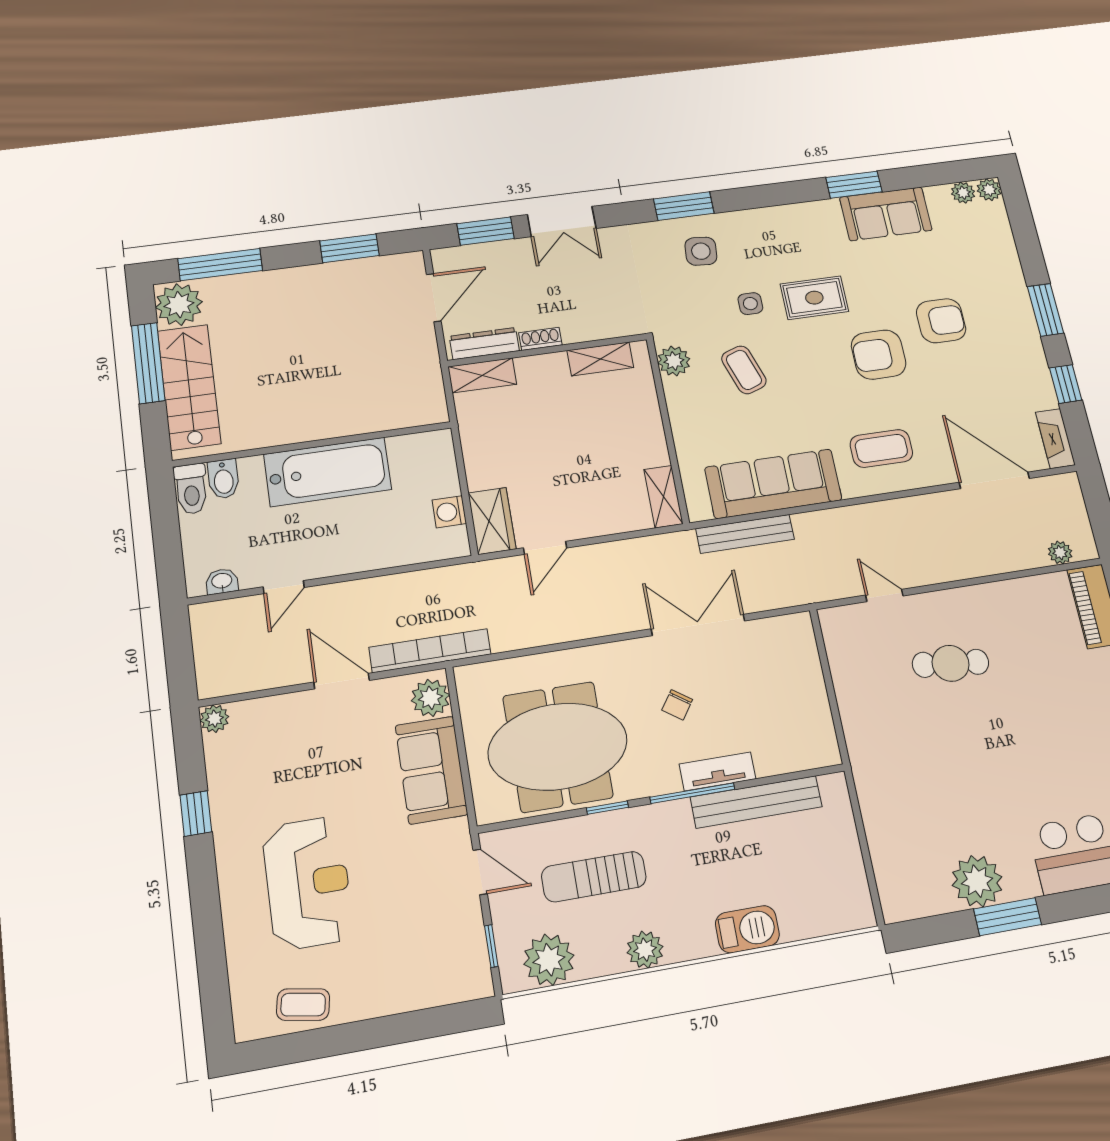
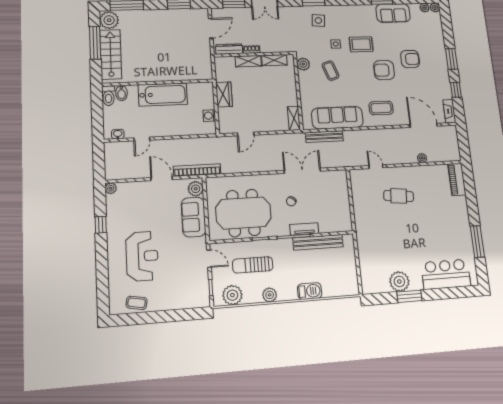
shelving: (482, 375) -> (248, 61), moved
wardrobe: (492, 521) -> (224, 94), moved
plant: (1060, 553) -> (422, 158), moved

